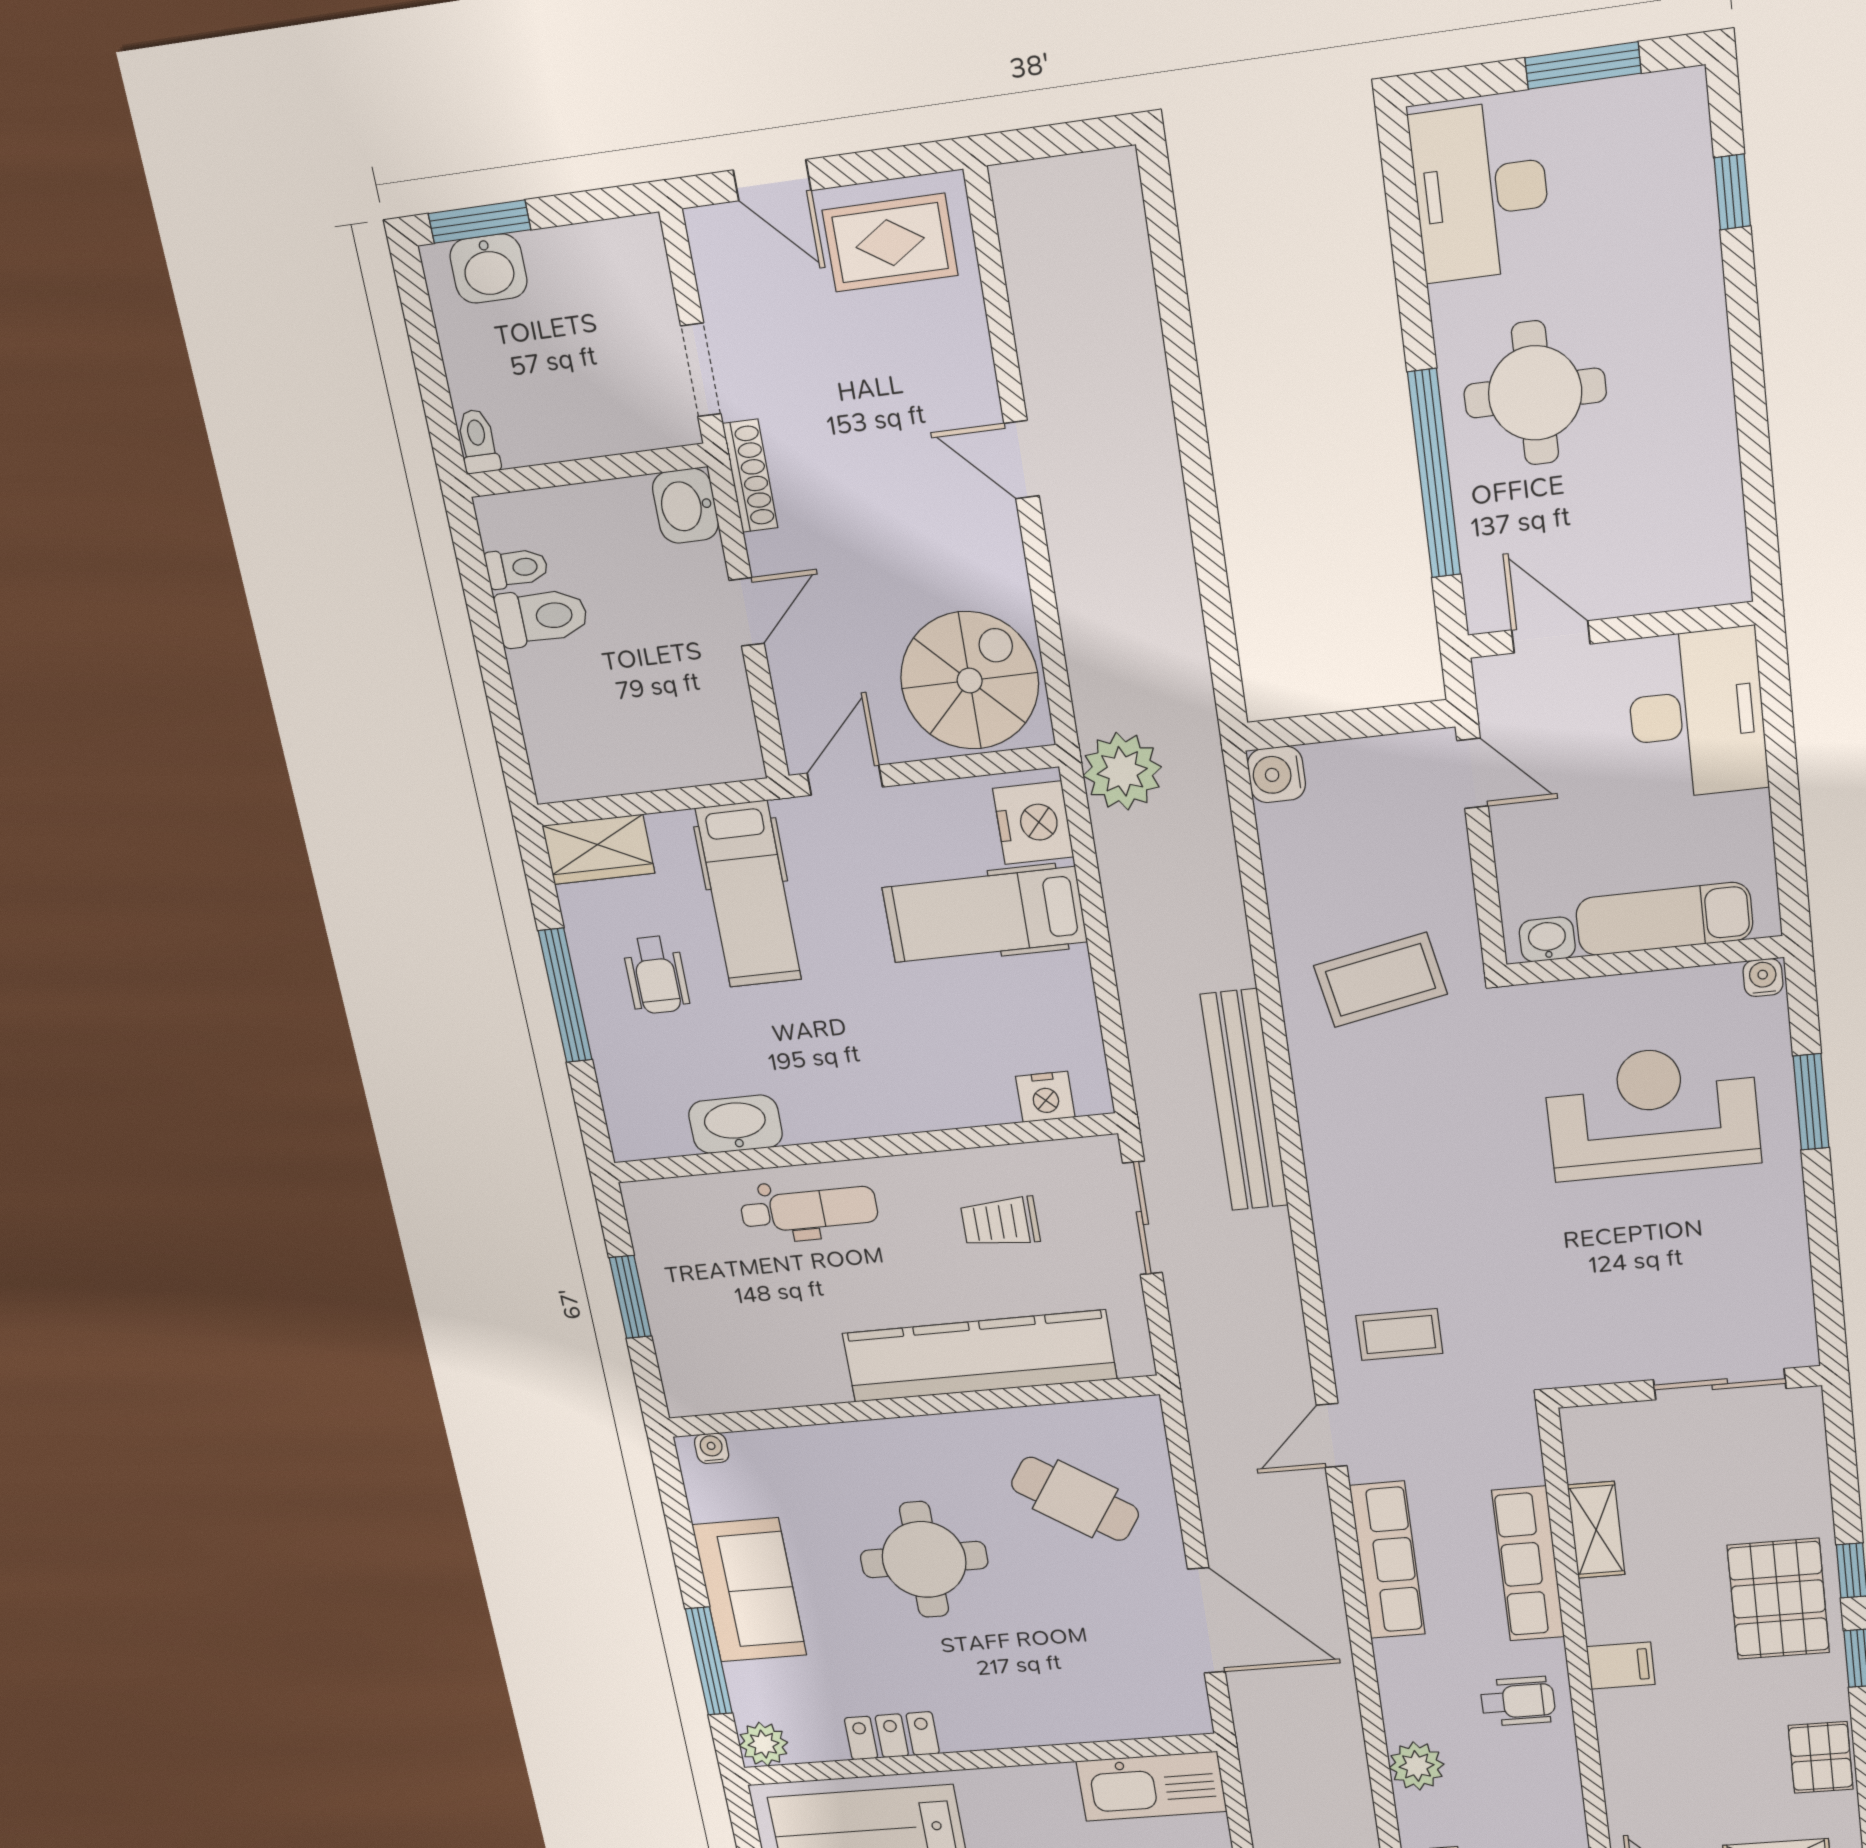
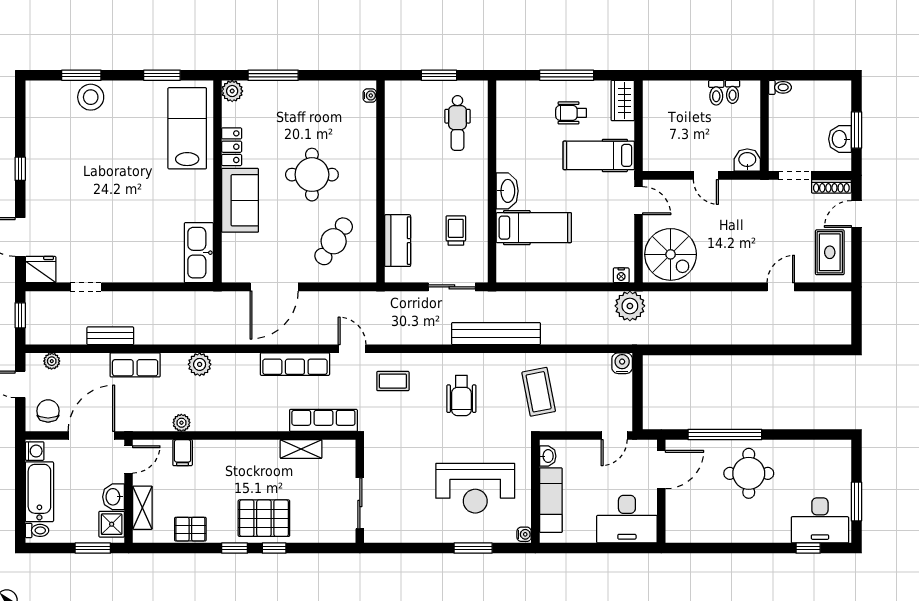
desk: (1481, 191) -> (820, 520), moved, turned 180
window: (480, 222) -> (856, 130), moved
washbasin: (488, 269) -> (840, 139), moved
door: (1022, 460) -> (781, 287), moved
shoe rack: (750, 476) -> (831, 186), moved
toilet: (542, 617) -> (716, 93), width x0.73, depth x0.72
door: (1551, 637) -> (661, 470), width x1.38
nightstand: (1033, 823) -> (621, 275), width x0.53, depth x0.56
hospital bed: (985, 915) -> (534, 228), moved, turned 90
nightstand: (1045, 1097) -> (506, 257), removed
reception desk: (1652, 1112) -> (475, 488), turned 90
washbasin: (736, 1124) -> (507, 191), moved
dental chair: (809, 1210) -> (458, 123), moved
coffee table: (1399, 1335) -> (393, 381), turned 90
kitchen counter: (979, 1356) -> (398, 241), width x0.48, depth x0.86
row of seats: (1528, 1564) -> (323, 420), moved
sofa: (749, 1590) -> (240, 200), moved, turned -90
filing cabinet: (1621, 1666) -> (183, 453), moved
wheelchair: (1518, 1701) -> (461, 395), moved, width x1.36, depth x1.37
plant: (1562, 1794) -> (181, 423), added

